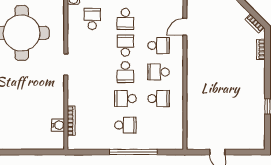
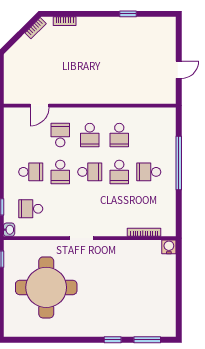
door: (185, 27) -> (40, 106), hinge flipped
school desk: (125, 46) -> (60, 172), turned -90
school desk: (159, 99) -> (119, 135), turned 180
water cooler: (58, 125) -> (169, 247), moved
school desk: (125, 125) -> (149, 172), turned -90

